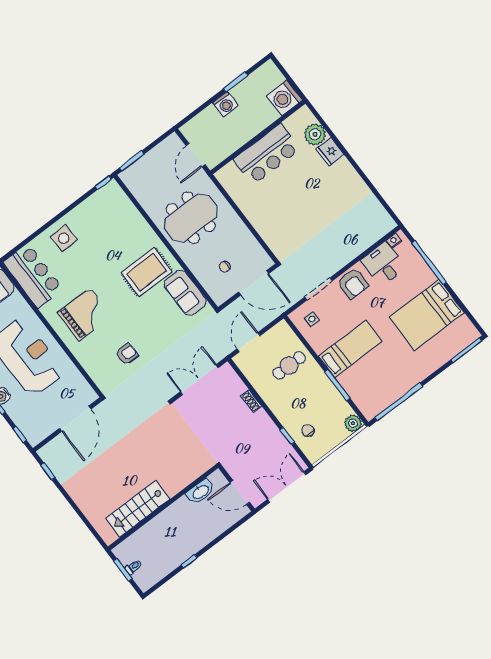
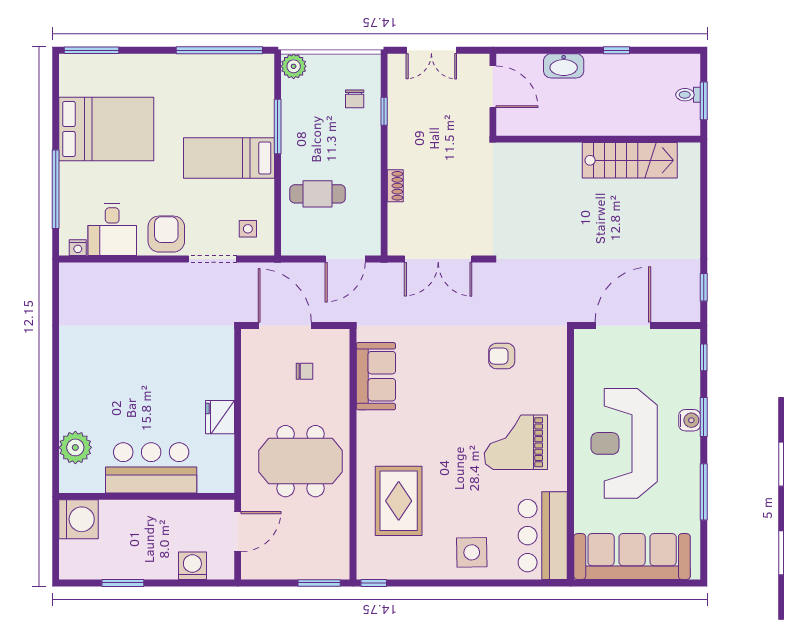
washing machine: (225, 104) -> (192, 566), moved
fridge: (330, 152) -> (220, 417), moved, turned 180
rug: (147, 272) -> (399, 501), moved, turned 90
double door: (287, 487) -> (431, 50), width x0.73
washbasin: (200, 492) -> (564, 66), moved, turned 180

